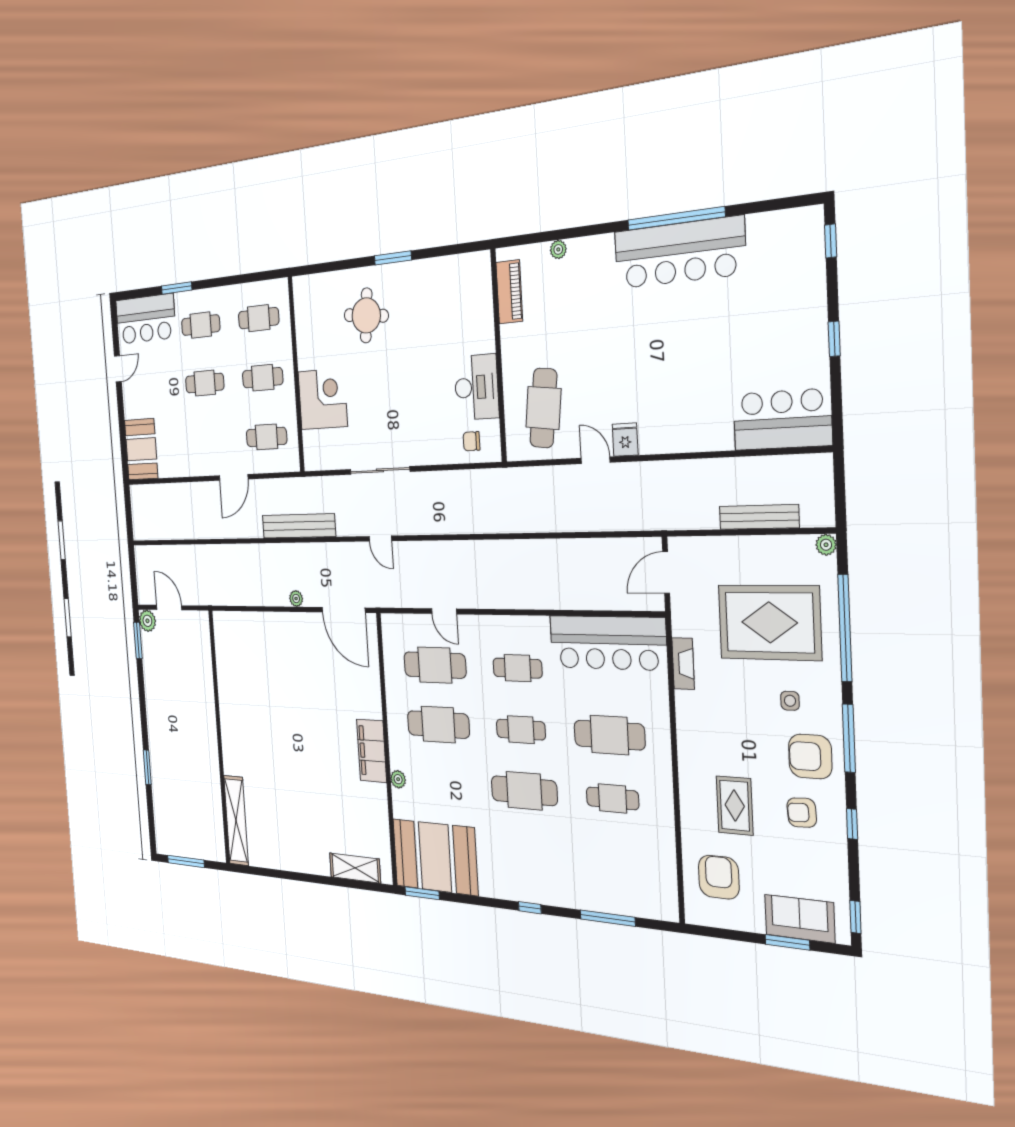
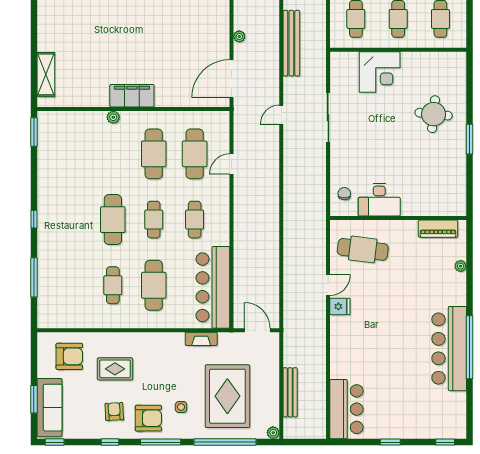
armchair: (810, 756) -> (148, 418), turned 90
booth: (435, 857) -> (61, 145), removed
sofa: (800, 919) -> (49, 408), width x1.36

